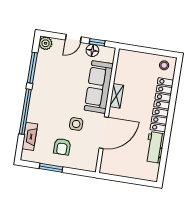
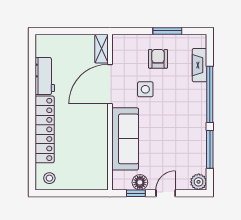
shelving: (117, 96) -> (102, 49), moved

